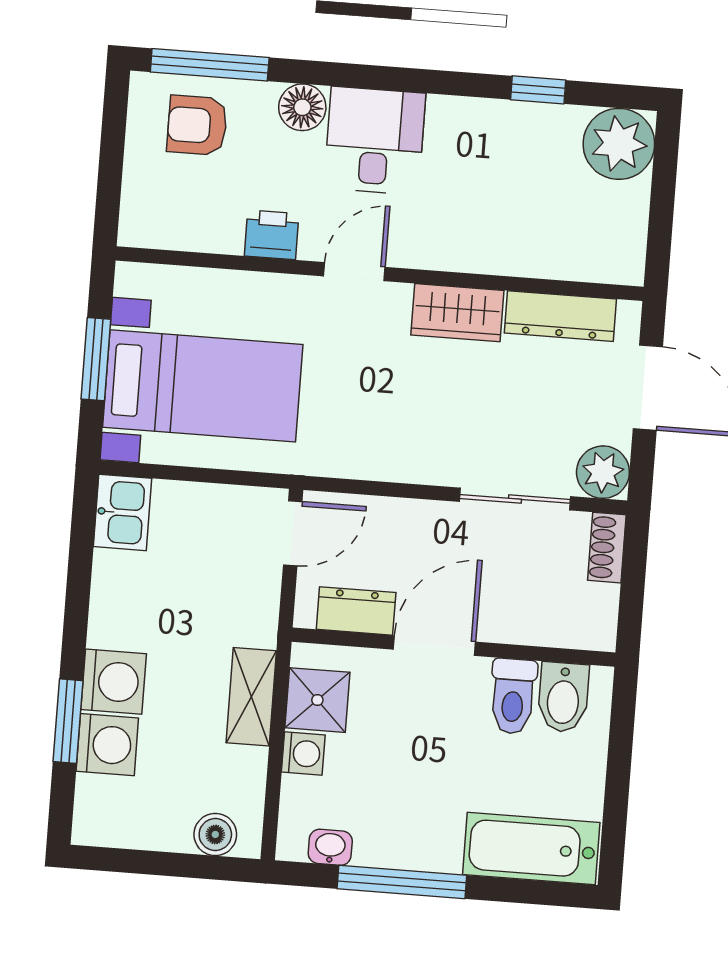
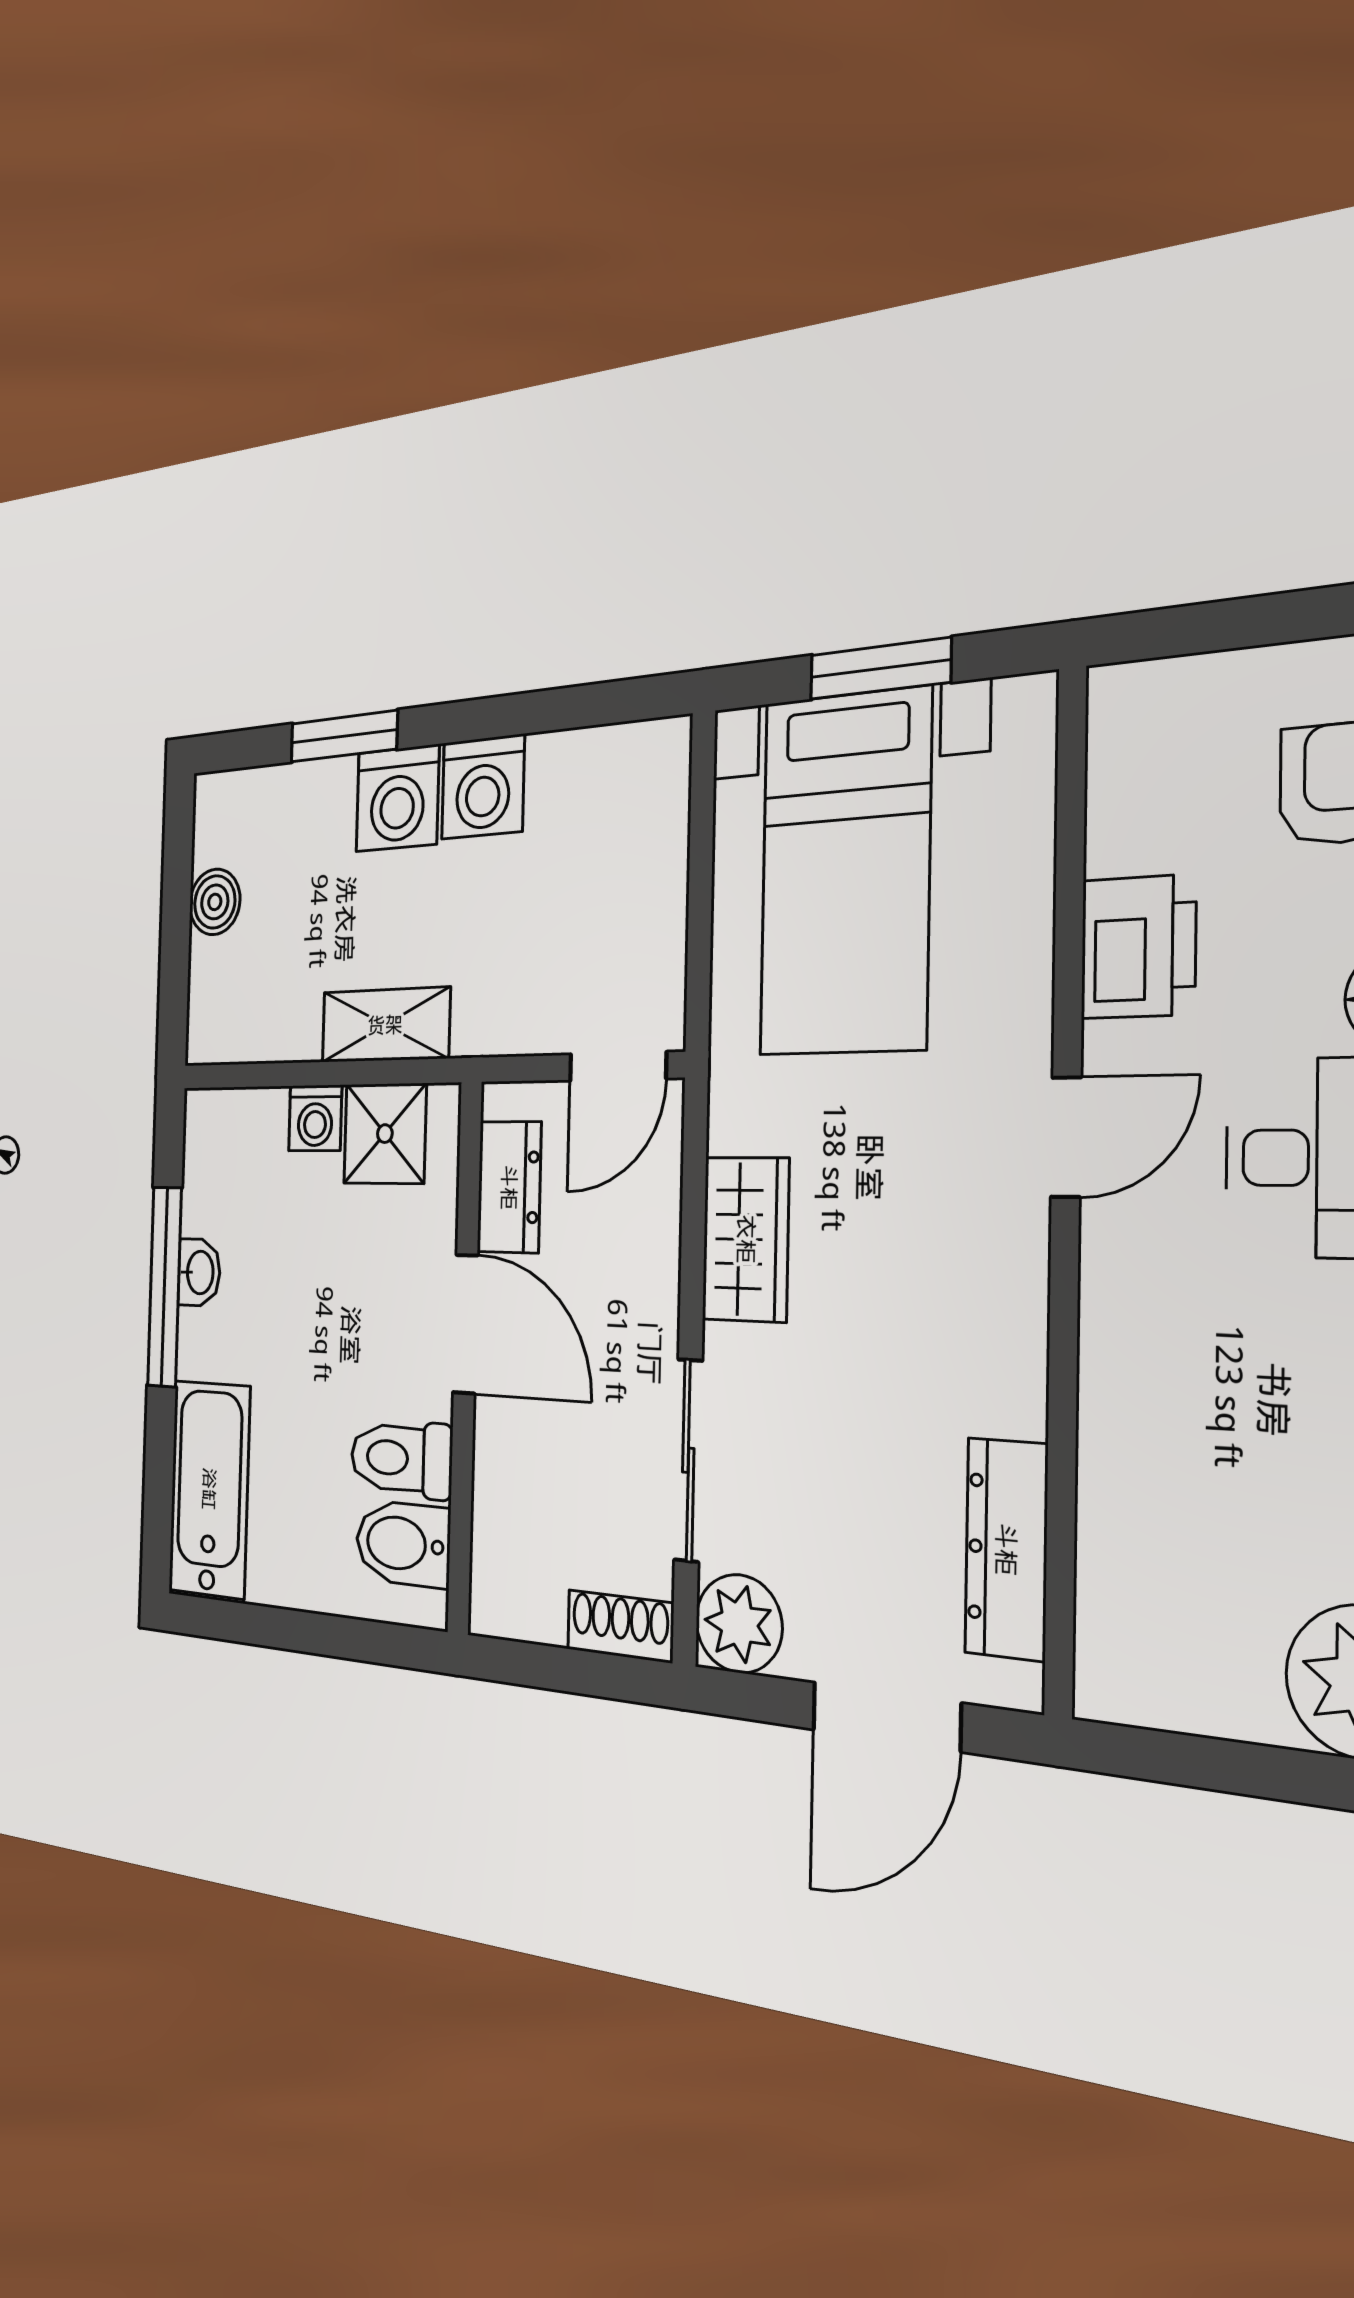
printer: (272, 235) -> (1138, 947), width x1.36, depth x1.24
door: (354, 272) -> (1066, 1137), hinge flipped
wardrobe: (457, 313) -> (746, 1239), moved, turned 180
kitchen sink: (122, 512) -> (636, 766), removed
door: (293, 533) -> (618, 1066), hinge flipped
washing machine: (107, 745) -> (483, 787), moved
boiler: (215, 834) -> (215, 902), moved
washbasin: (330, 847) -> (199, 1272), moved

